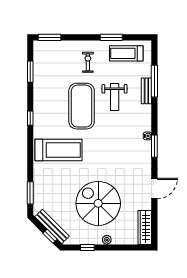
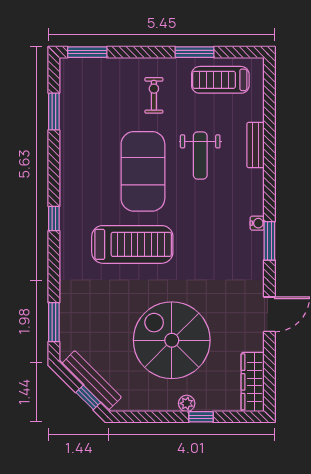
window: (154, 81) -> (269, 128), removed
window: (30, 118) -> (54, 219), moved
treadmill: (58, 150) -> (132, 244), moved
window: (87, 247) -> (201, 417), moved

